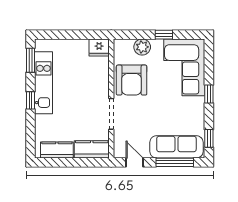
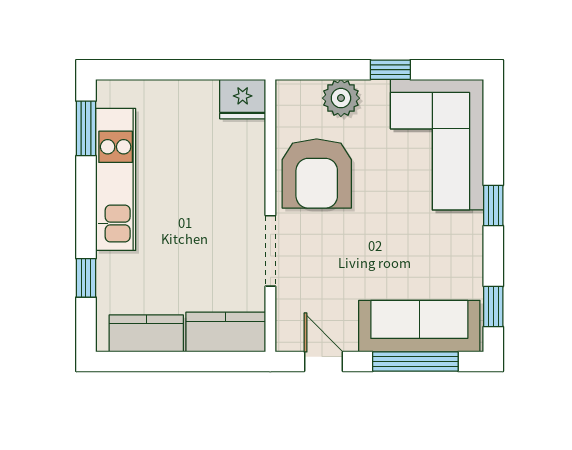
window: (31, 100) -> (86, 278), moved

